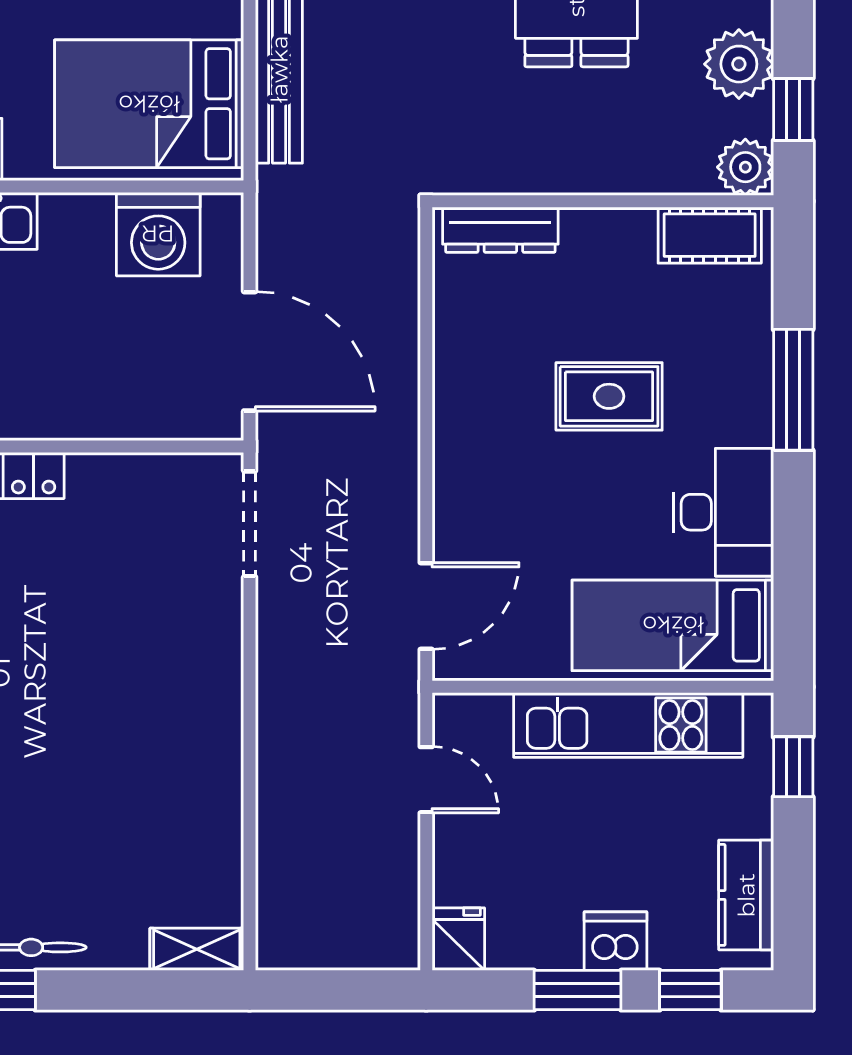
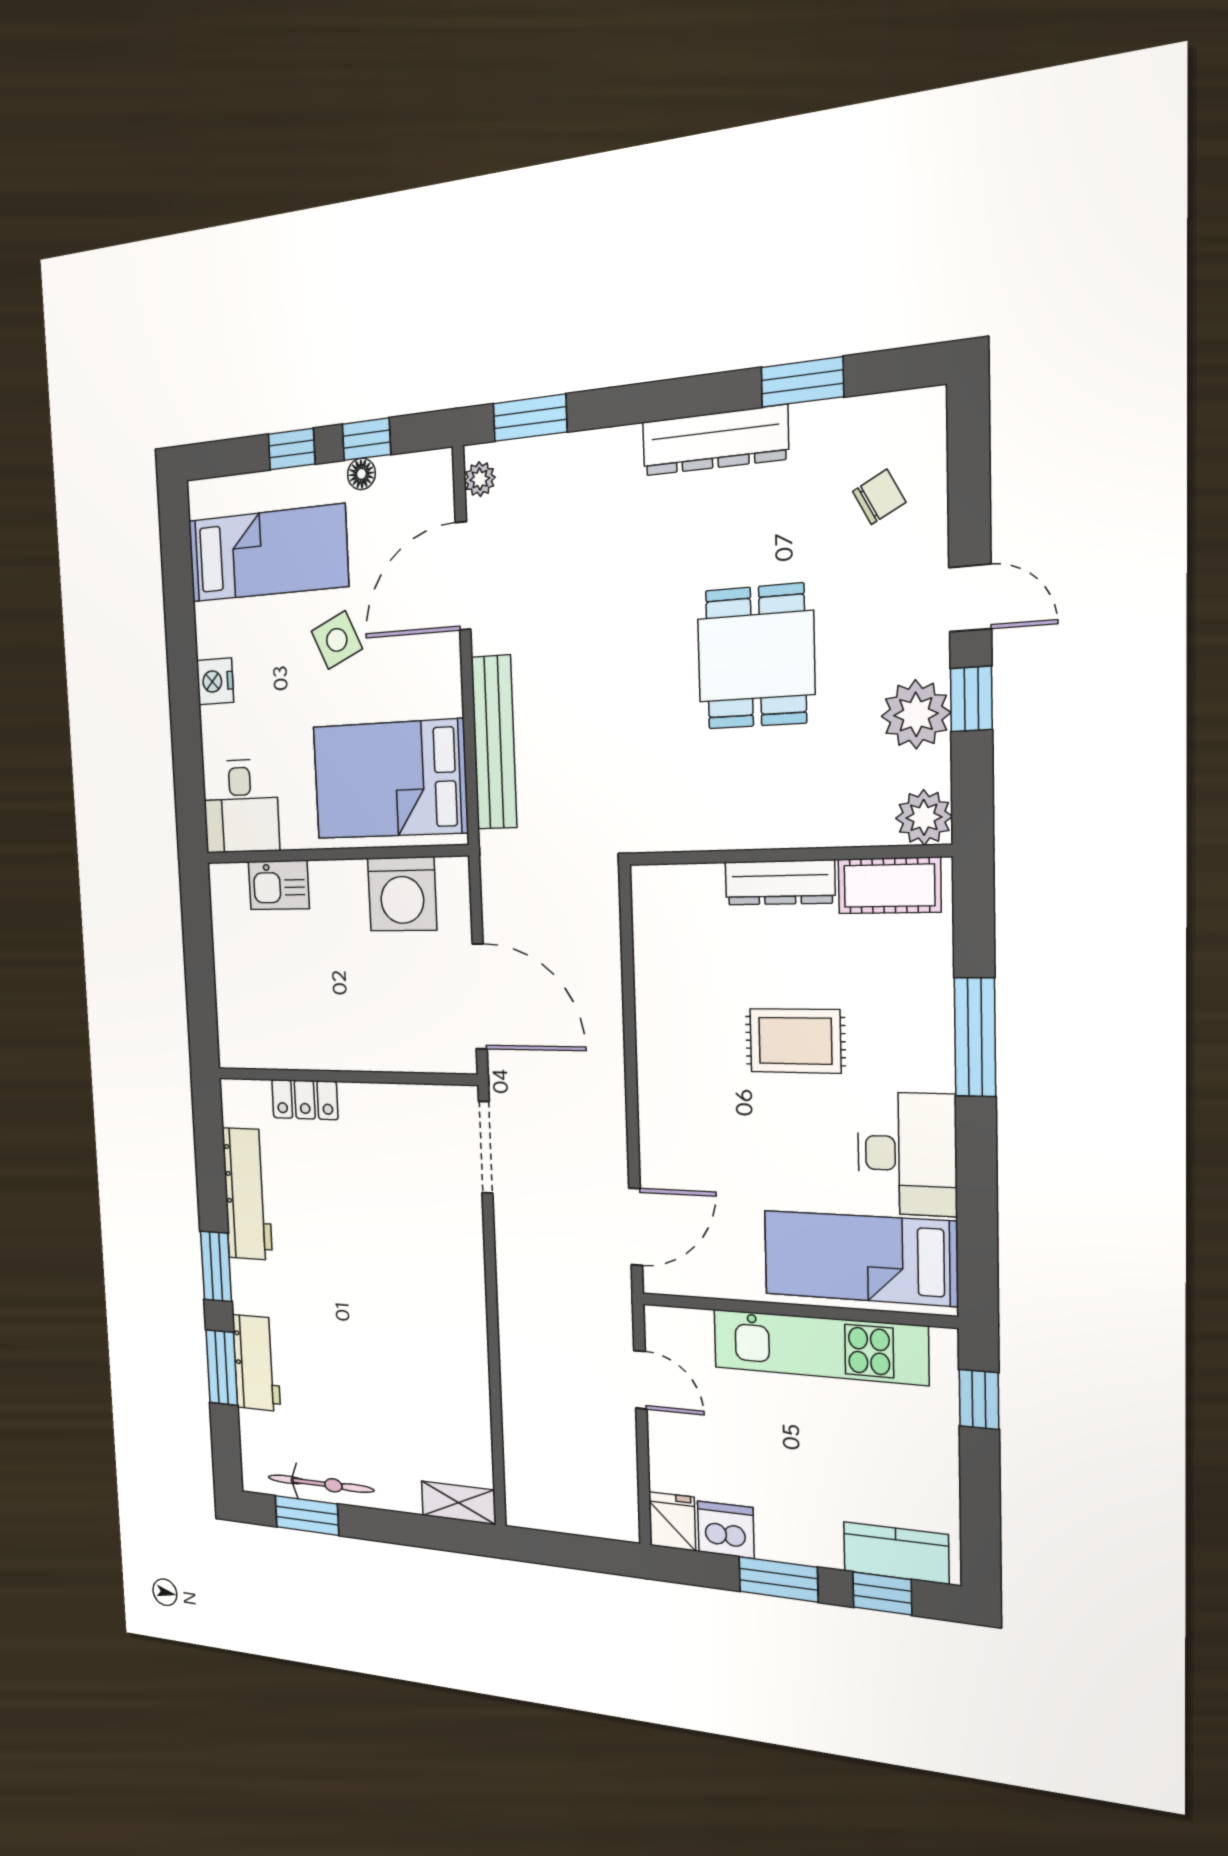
window: (793, 109) -> (971, 699), moved
dresser: (500, 230) -> (780, 882), moved
kitchen counter: (746, 895) -> (896, 1553), moved, turned 90
dishwasher: (615, 941) -> (726, 1530), moved

